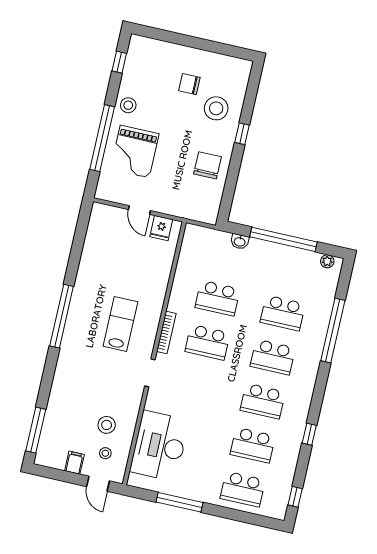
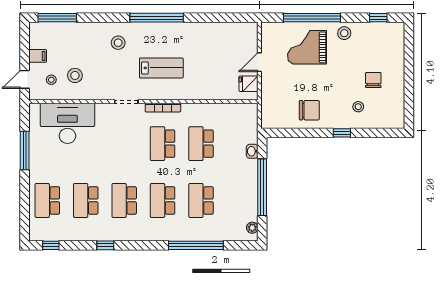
stool: (216, 108) -> (358, 107), width x0.53, depth x0.53
stool: (80, 367) -> (118, 43), added

